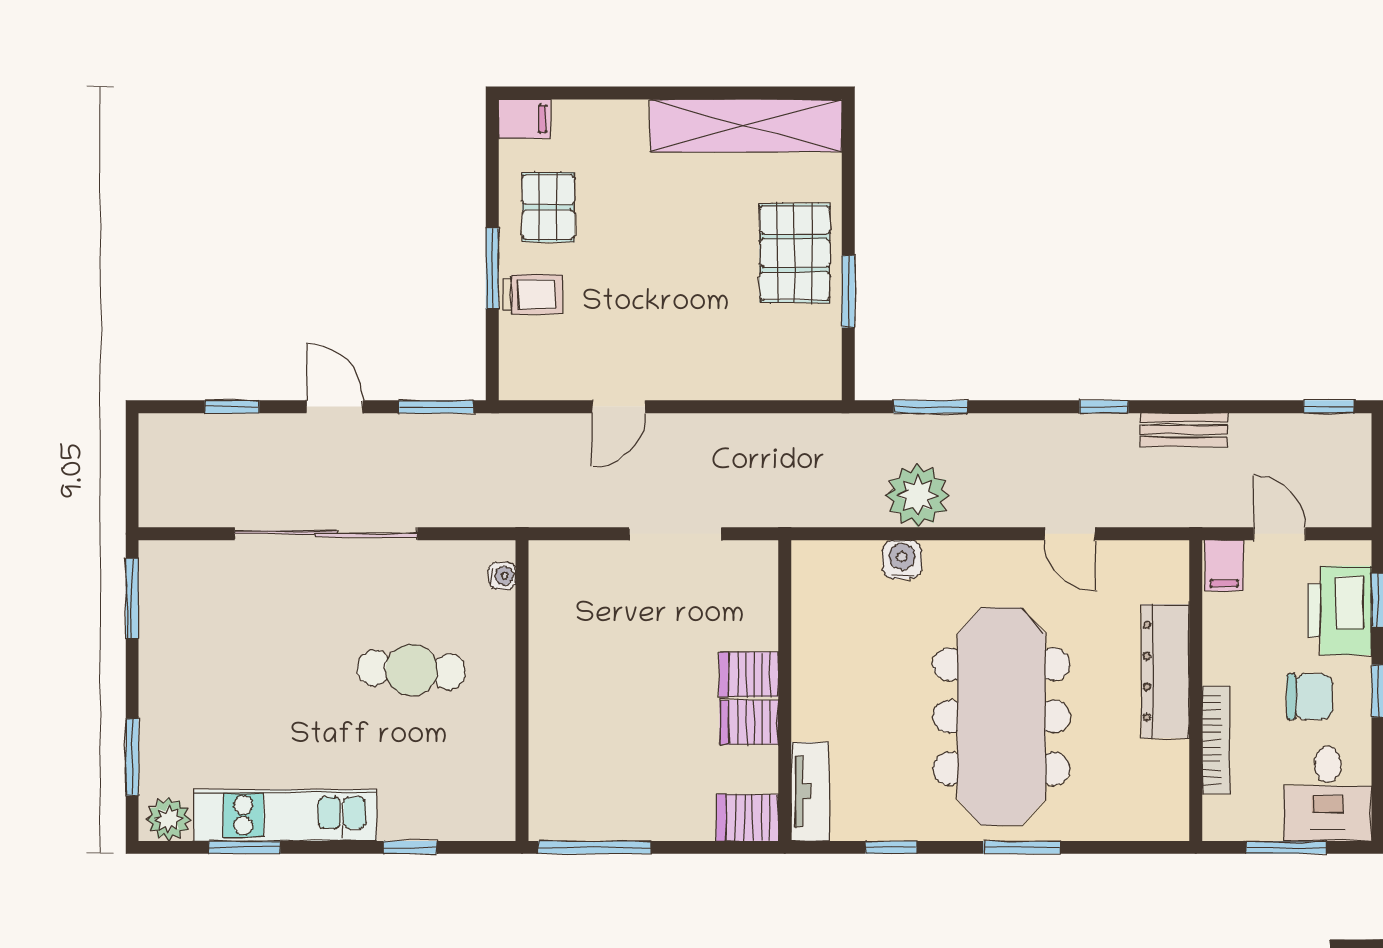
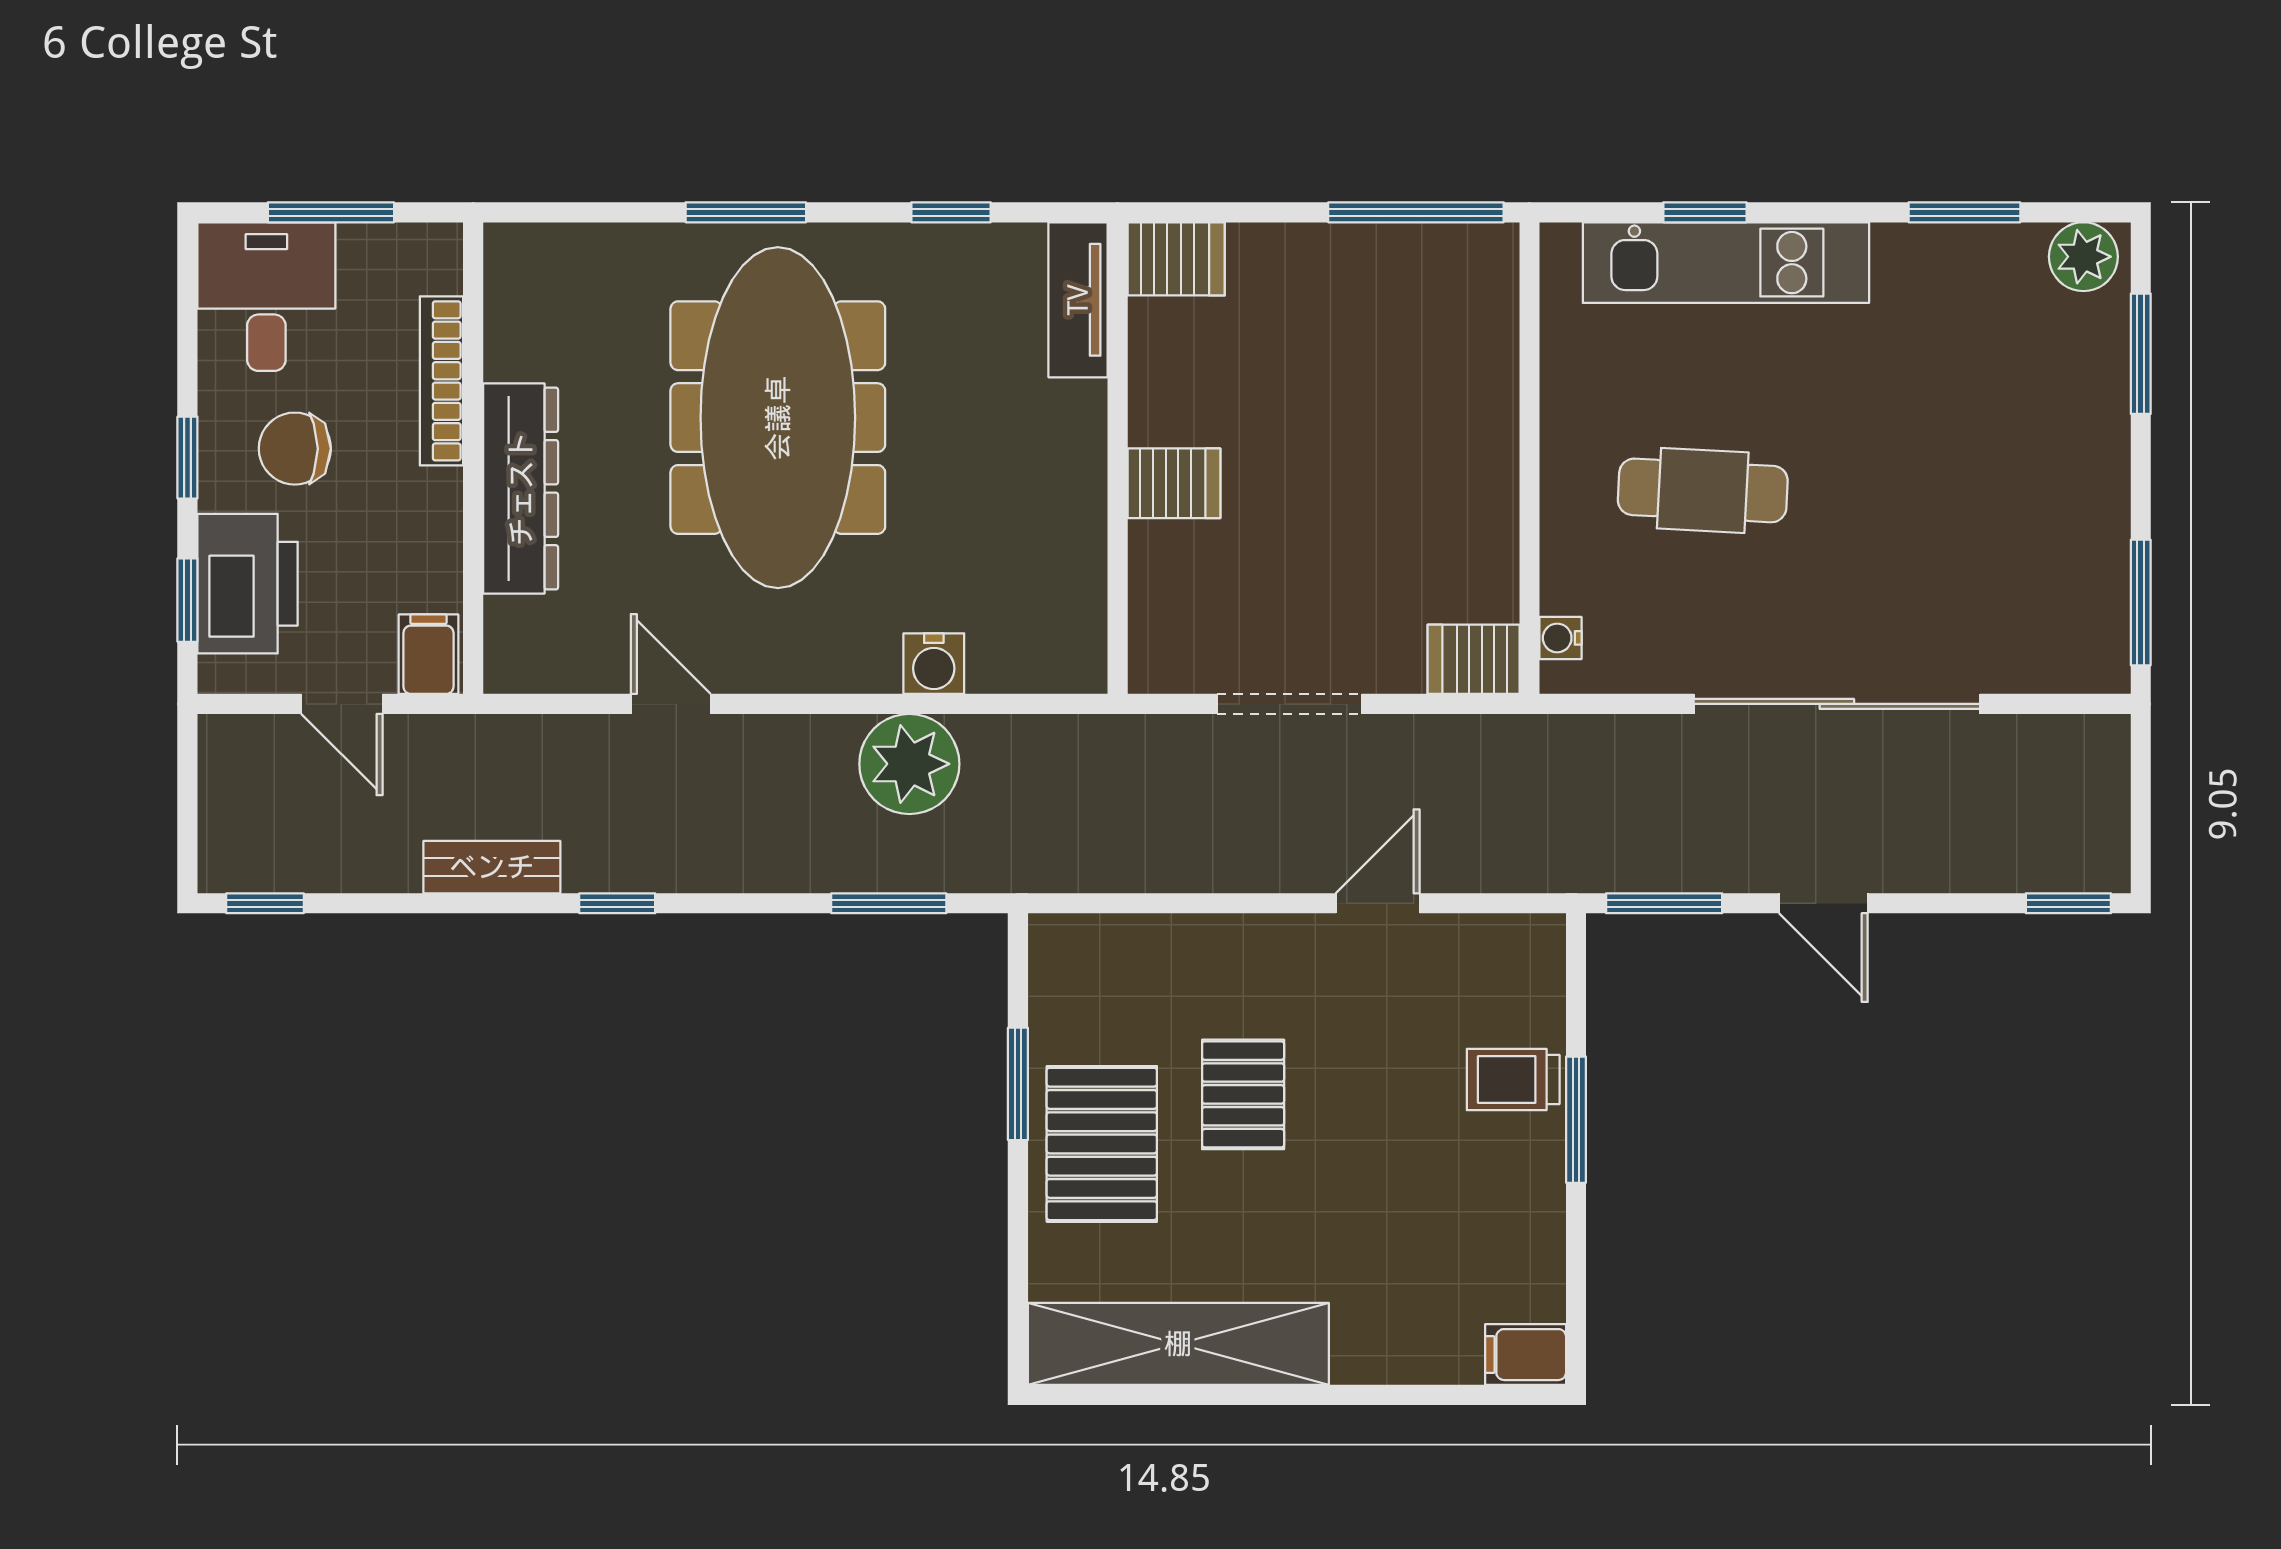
pallet: (548, 207) -> (1243, 1094), moved
window: (232, 407) -> (2068, 903), moved
server rack: (749, 722) -> (1474, 659), moved, turned 180
kitchen unit: (285, 815) -> (1726, 263), moved

